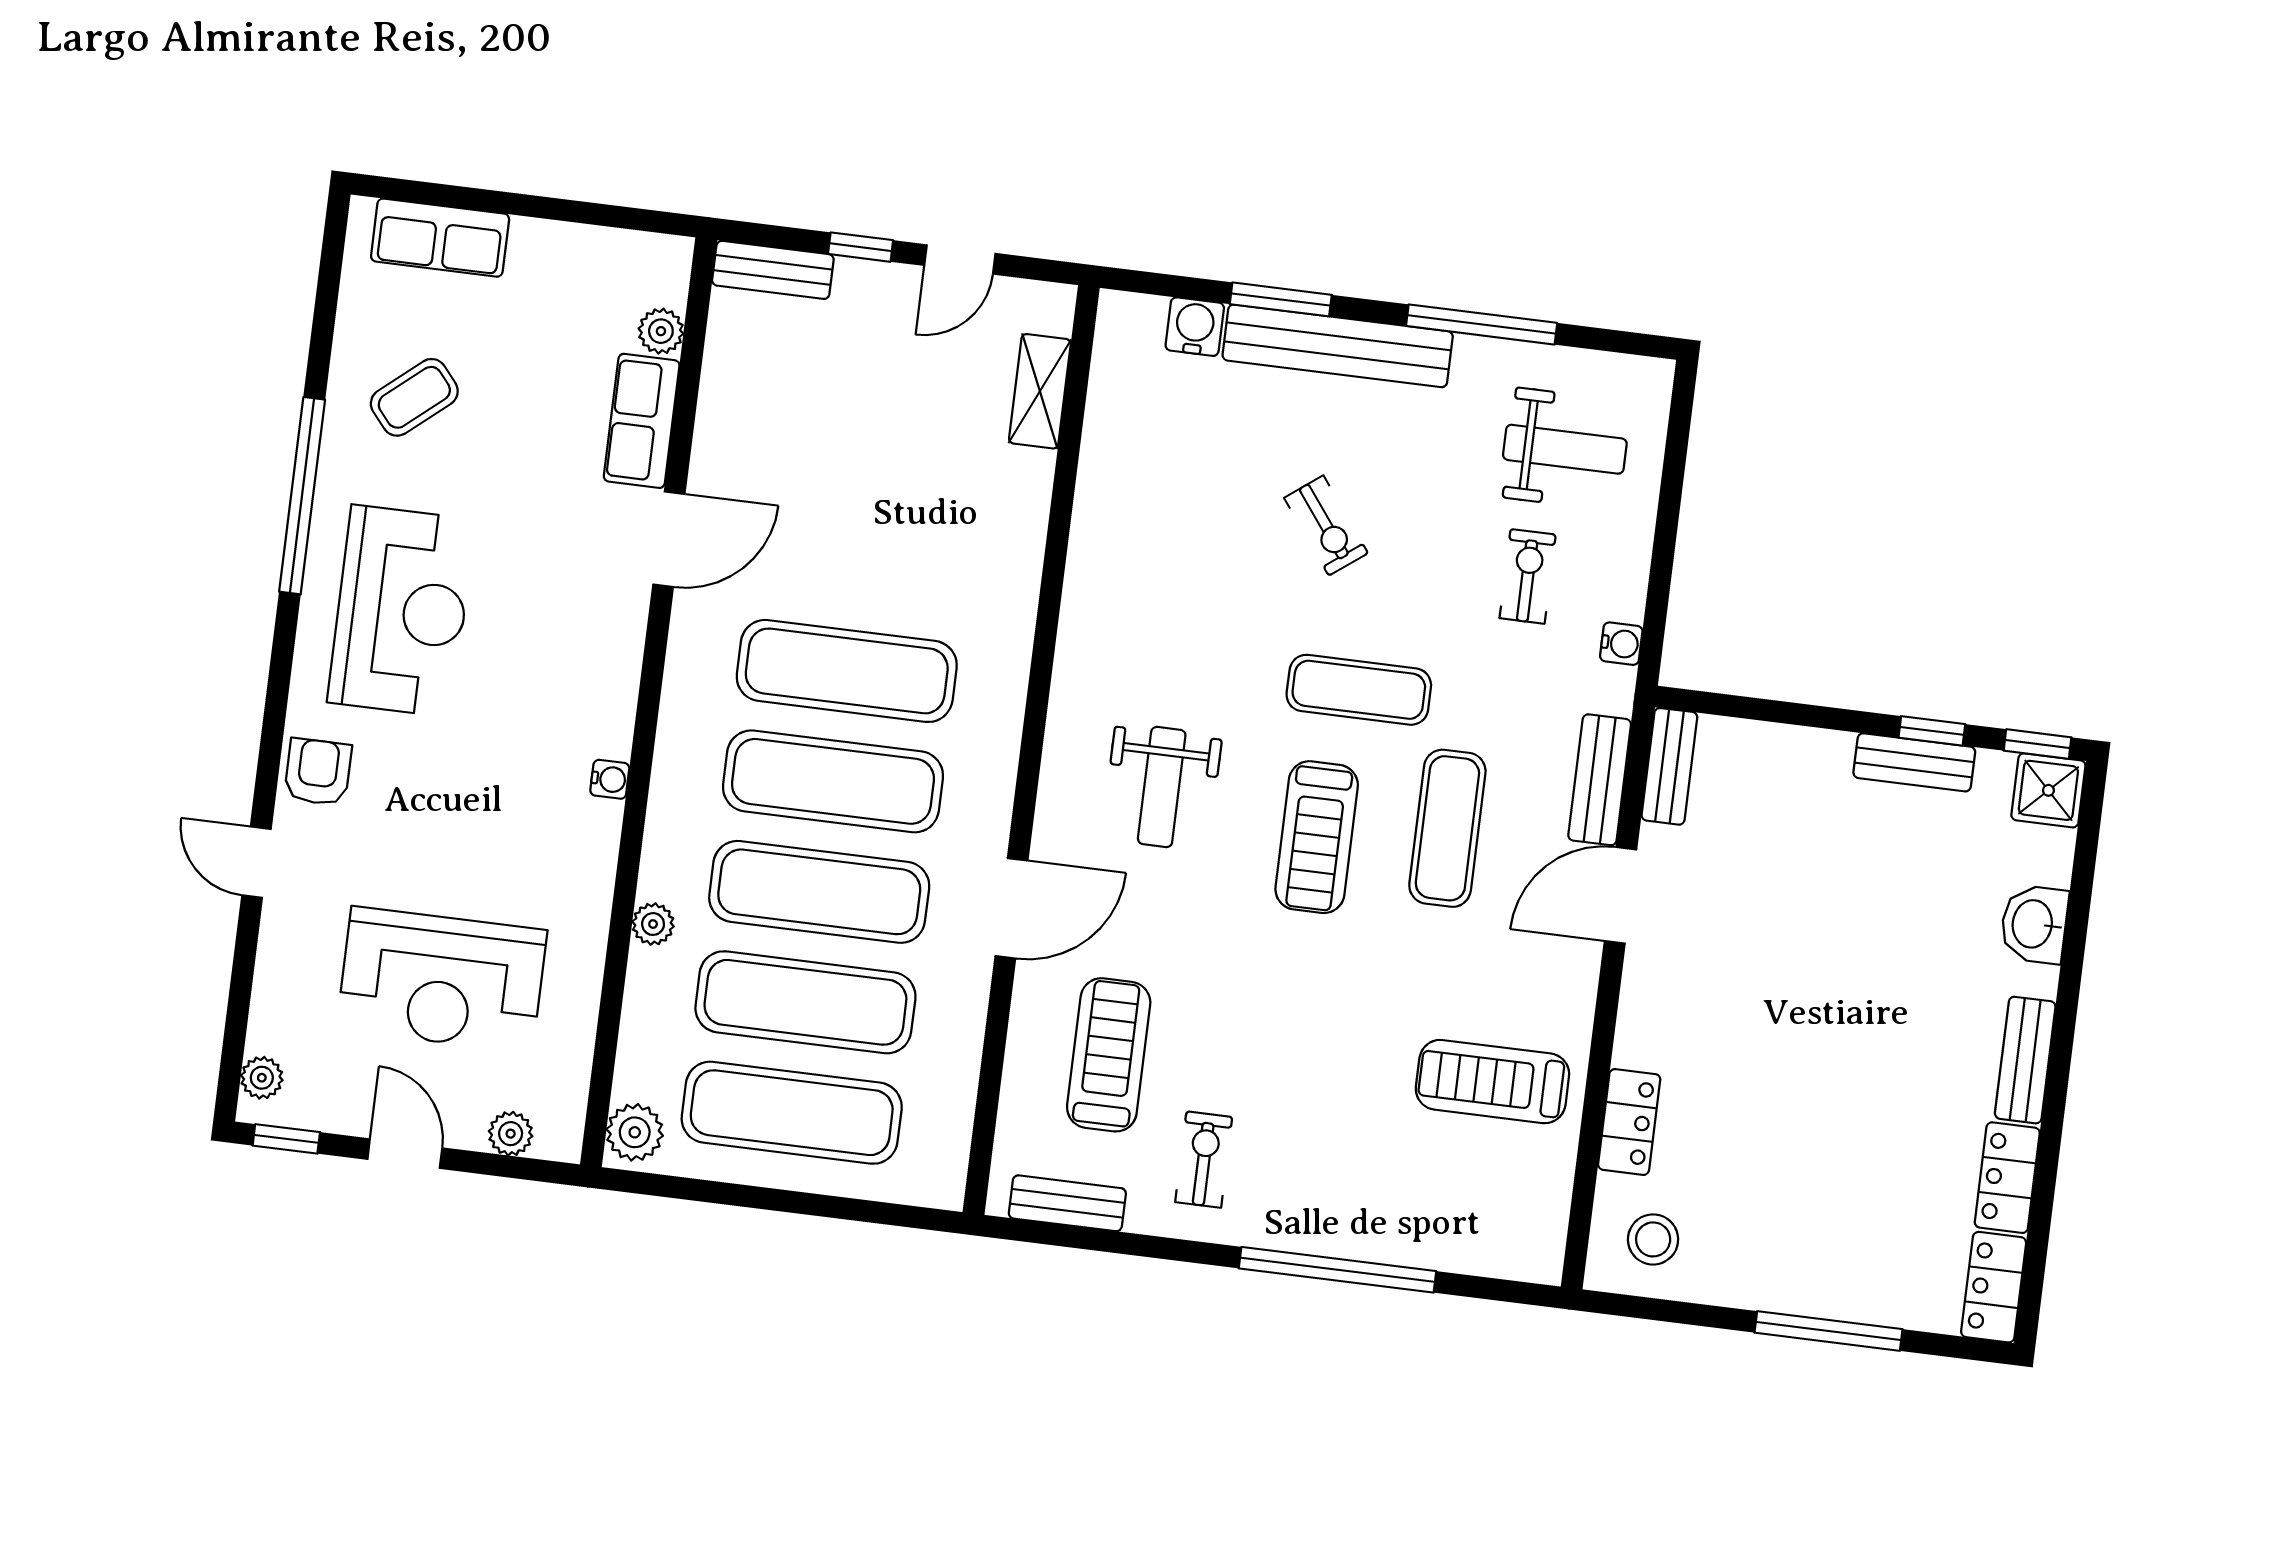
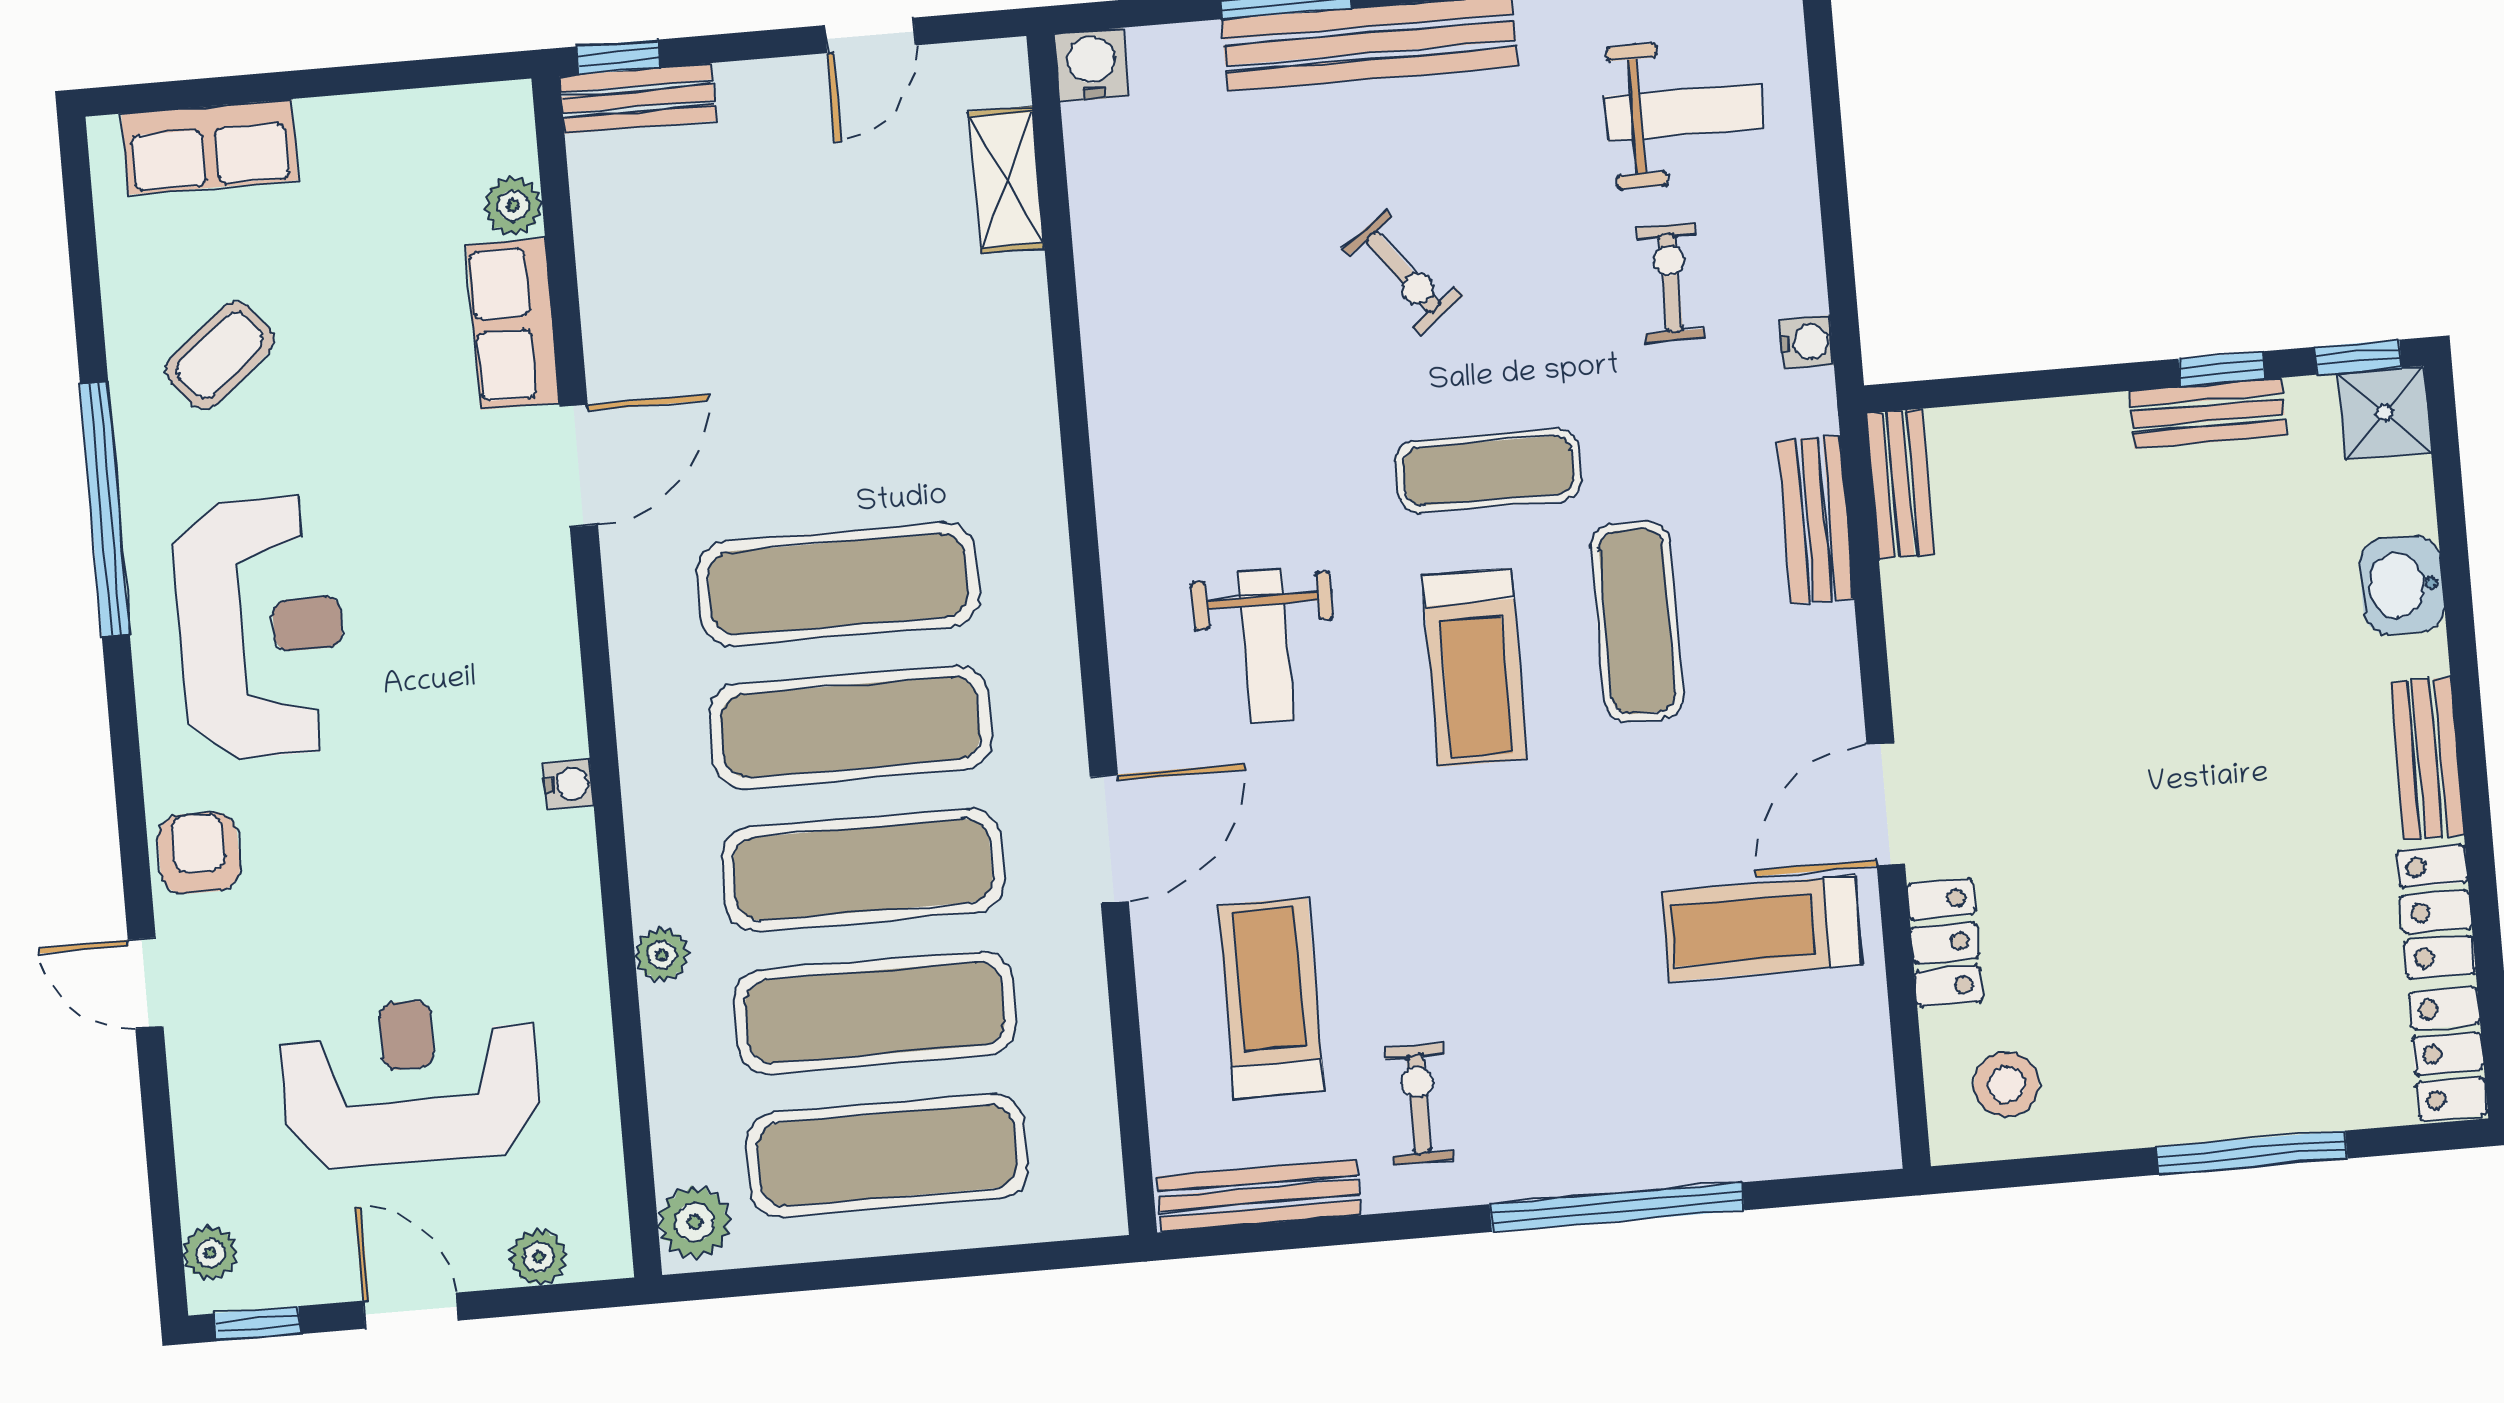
window: (861, 247) -> (618, 57), moved
water cooler: (1195, 327) -> (1092, 65), moved
door: (1621, 895) -> (1886, 804), moved
reception desk: (442, 980) -> (411, 1082), turned 180
bench: (1067, 1203) -> (1259, 1196), width x1.36

